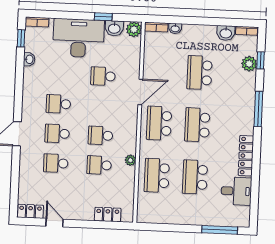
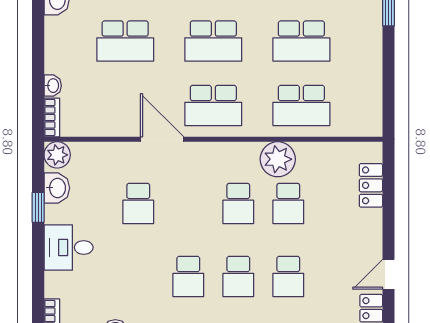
desk: (78, 38) -> (69, 247), width x0.53, depth x0.77
plant: (130, 160) -> (278, 159), width x1.88, depth x1.88

